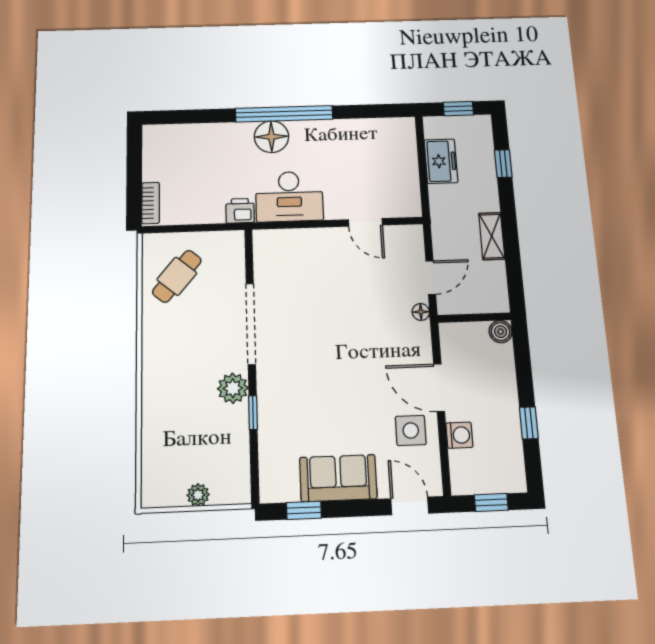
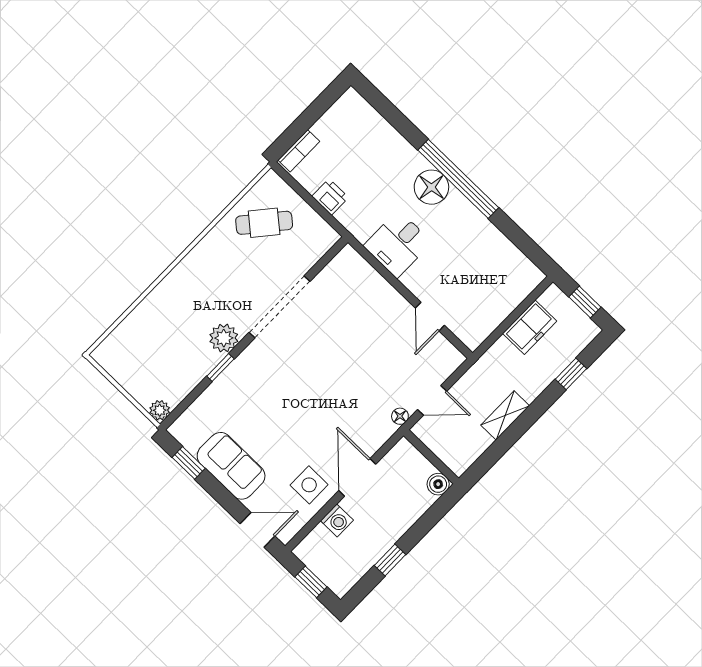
desk: (289, 197) -> (398, 244), width x0.73
printer: (240, 211) -> (330, 197), moved
plant: (198, 495) -> (160, 410), moved
door: (410, 506) -> (257, 530), hinge flipped

